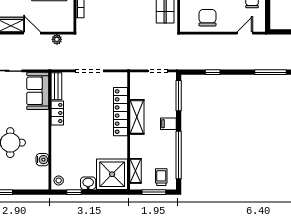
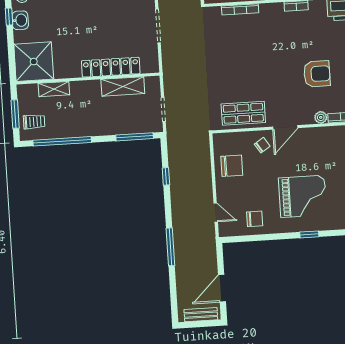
shelving: (137, 117) -> (123, 86), moved
filing cabinet: (168, 124) -> (100, 126), removed
shelving: (136, 171) -> (54, 89), moved
washbasin: (88, 183) -> (20, 20), moved

